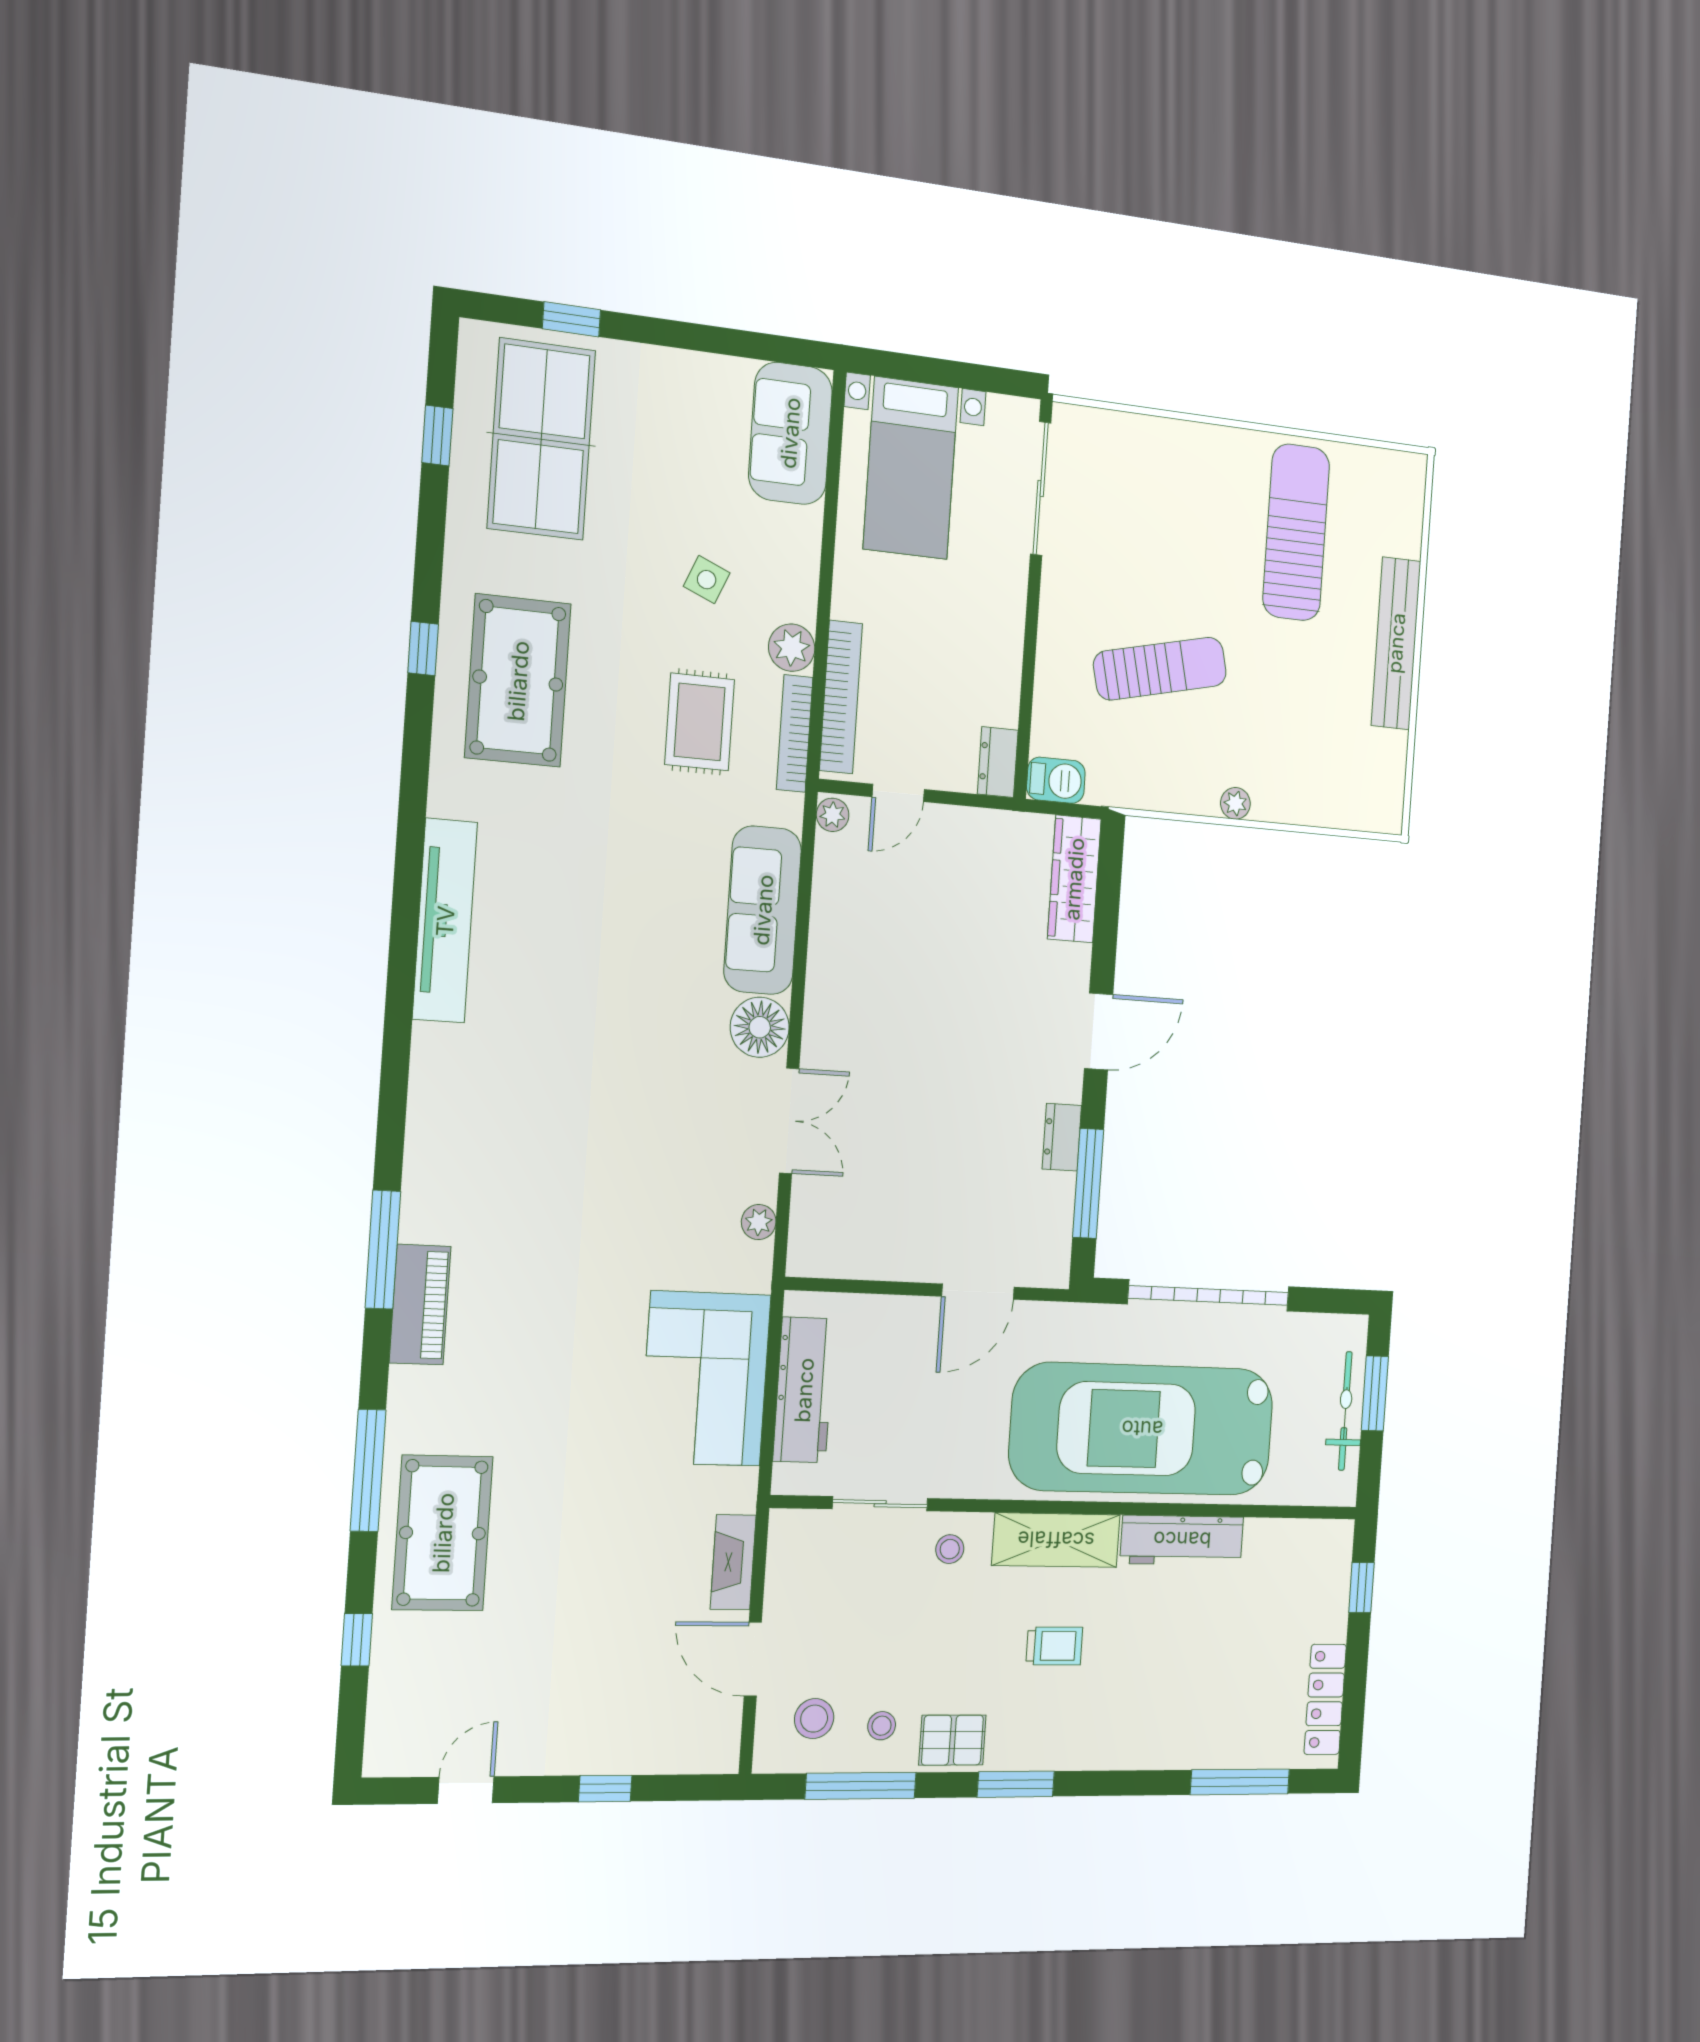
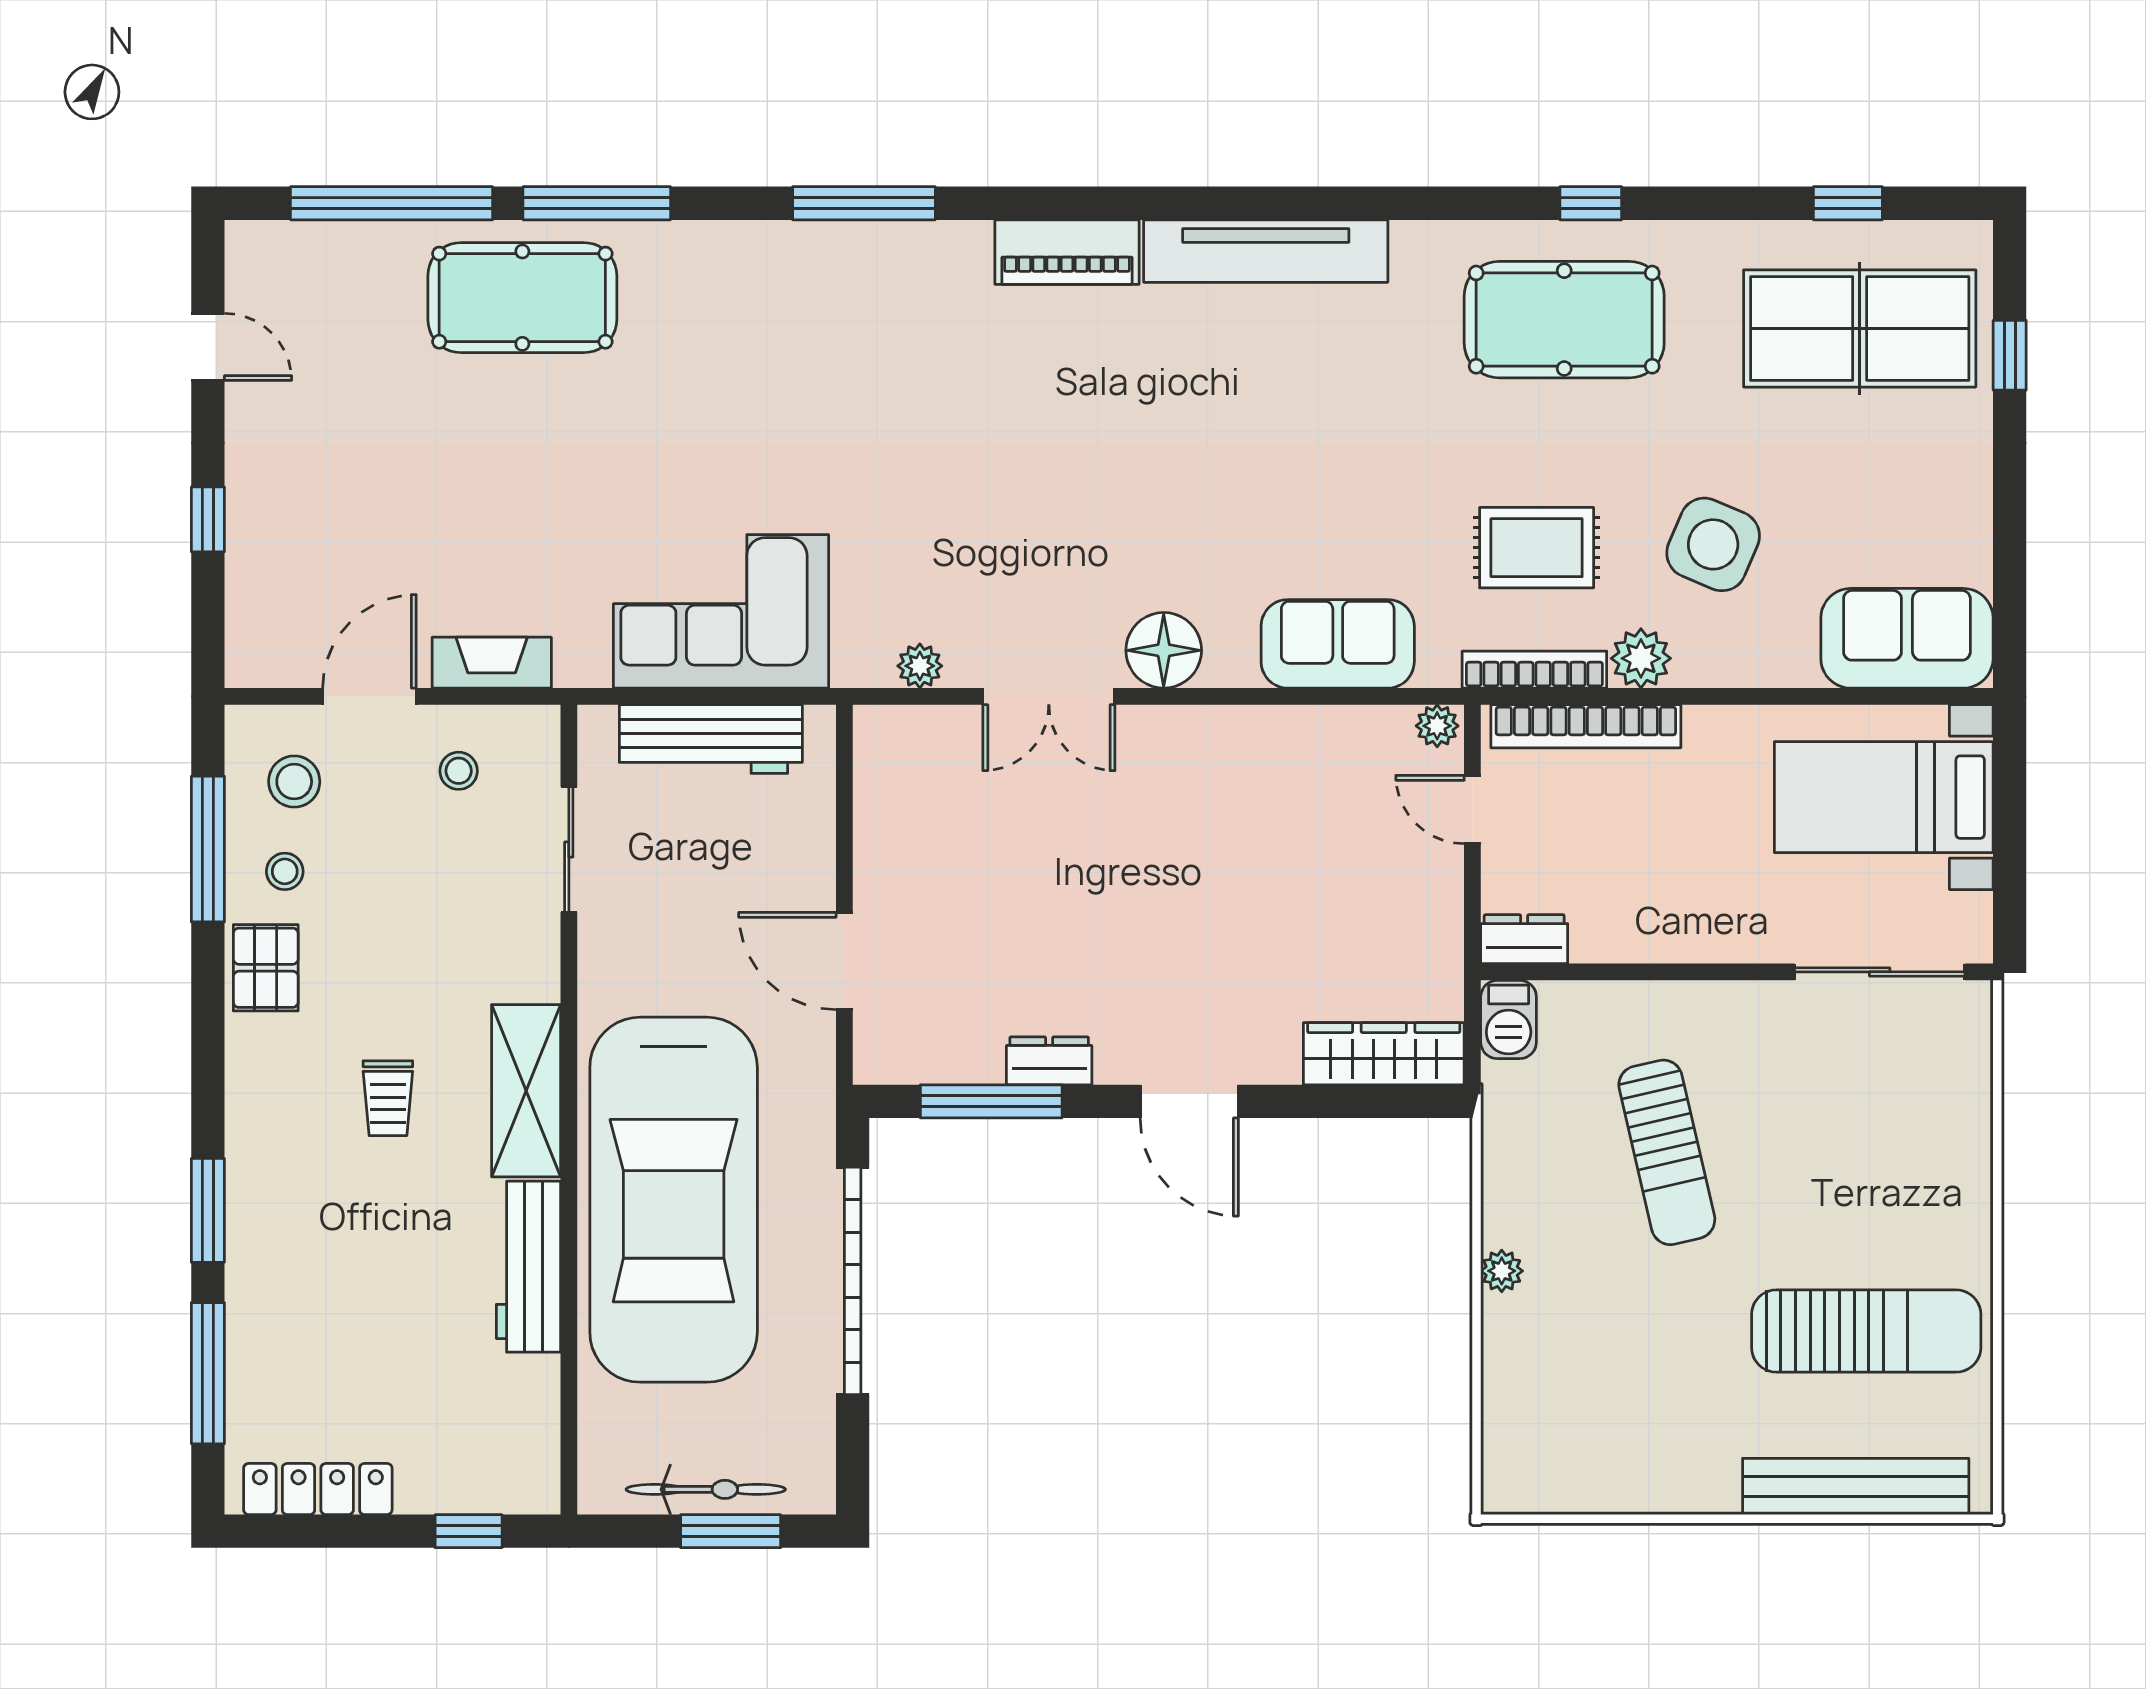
side table: (707, 580) -> (1713, 544), width x1.87, depth x1.87
bench: (1396, 643) -> (1856, 1486), moved
sofa: (763, 910) -> (1338, 644), width x0.73
piano: (420, 1305) -> (1067, 252), moved
car: (1142, 1429) -> (674, 1200), turned 180
stool: (950, 1549) -> (459, 771), moved
window: (357, 1640) -> (392, 203), width x3.17
window: (1016, 1784) -> (208, 1210), moved

